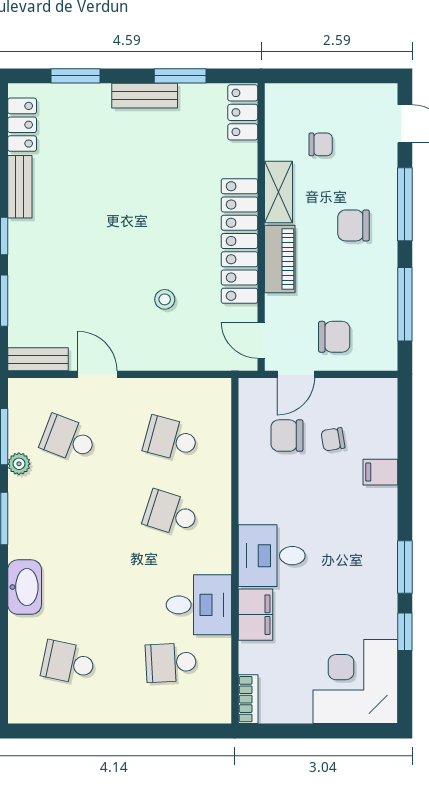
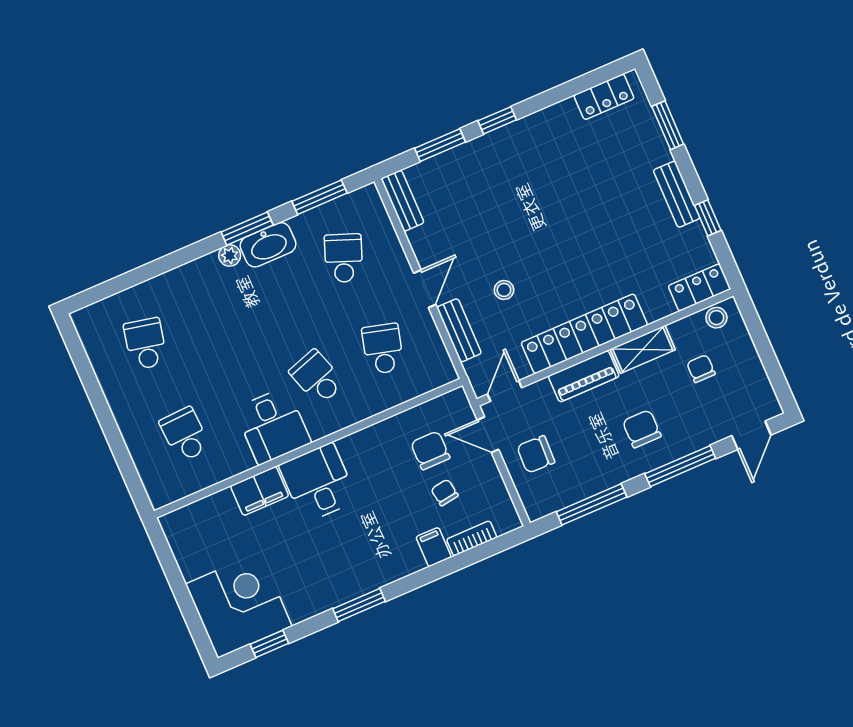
window: (180, 76) -> (708, 218), width x0.67
stool: (278, 109) -> (716, 318), added
chair: (321, 144) -> (701, 369), turned 180
bench: (20, 187) -> (459, 330), moved, turned 90
chair: (334, 337) -> (536, 454), turned 92
door: (97, 374) -> (425, 289), moved
plant: (19, 464) -> (230, 256), moved
school desk: (171, 513) -> (317, 377), turned -36
washbasin: (25, 587) -> (268, 245), moved
desk: (199, 605) -> (273, 426), moved
window: (405, 632) -> (269, 644), moved
bookcase: (248, 699) -> (472, 538), moved, turned 180

